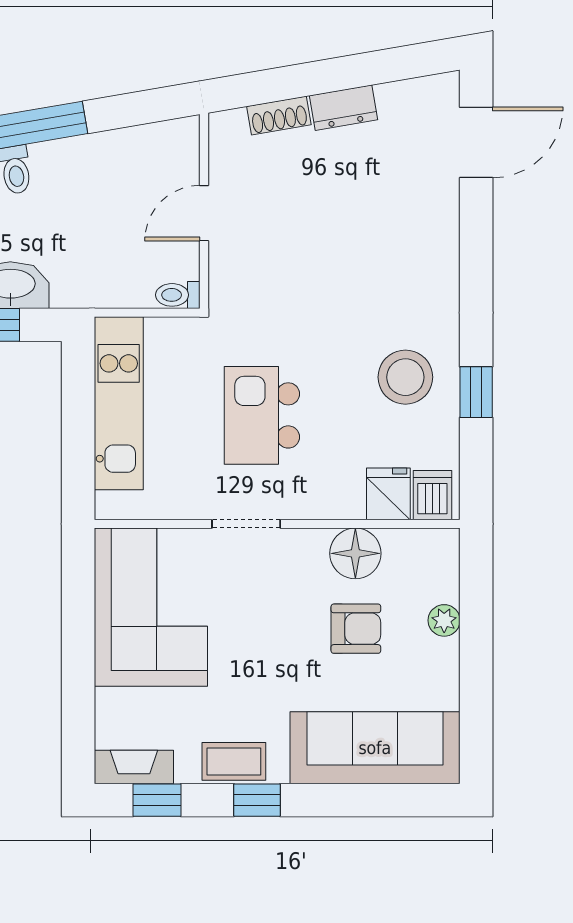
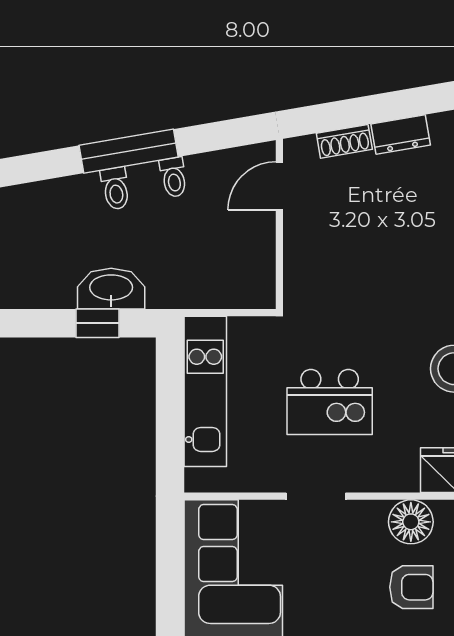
door: (204, 213) -> (279, 186), moved
toilet: (178, 295) -> (173, 177), moved, turned -100
kitchen island: (262, 415) -> (330, 402), turned -90

